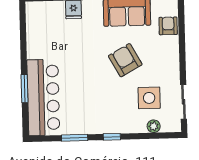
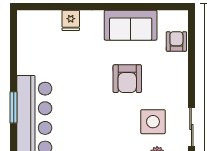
armchair: (125, 60) -> (127, 79), turned -151

